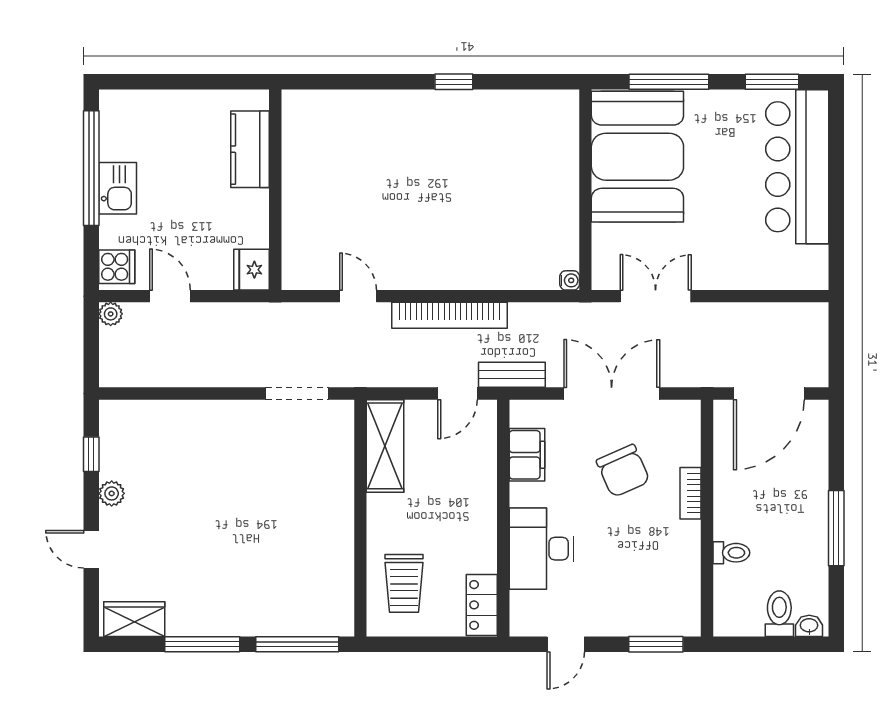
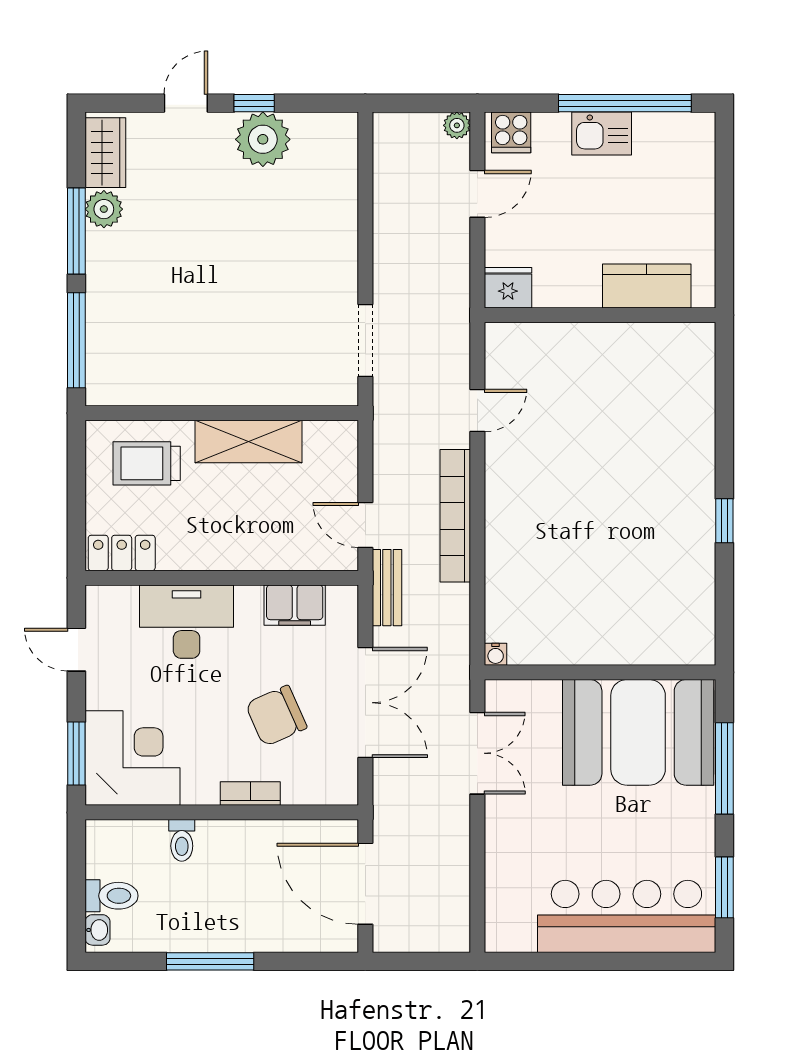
shelving: (385, 446) -> (248, 442), moved
window: (91, 454) -> (254, 103), moved
plant: (112, 493) -> (263, 139), width x1.87, depth x1.87
corner desk: (660, 596) -> (132, 758), added
plant: (183, 620) -> (104, 209), added

